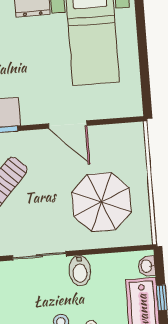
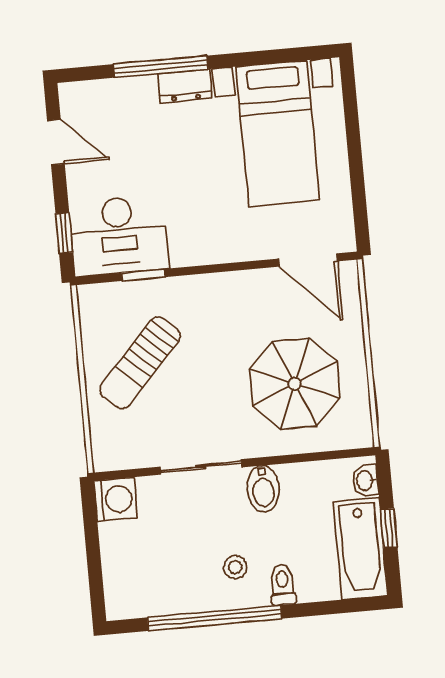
door: (68, 125) -> (308, 260), moved

